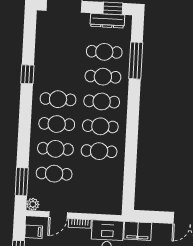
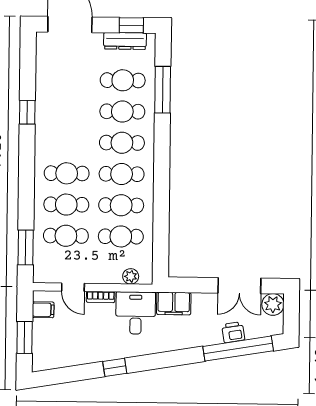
cafe table: (58, 99) -> (121, 236), moved
plant: (33, 204) -> (131, 276), moved
door: (58, 215) -> (73, 287), hinge flipped

